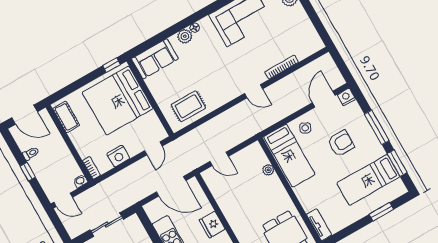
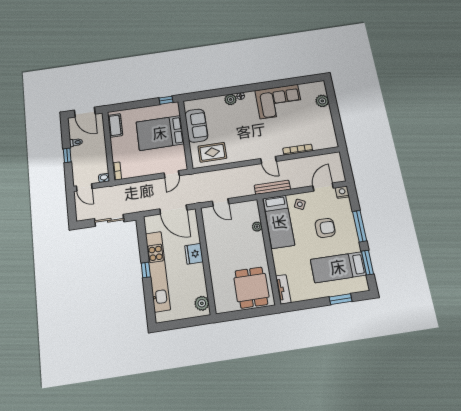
sofa: (155, 59) -> (196, 126), moved, turned -90
bed: (118, 101) -> (160, 133), width x0.73
bench: (269, 121) -> (272, 187), added
nightstand: (118, 156) -> (142, 170), removed

